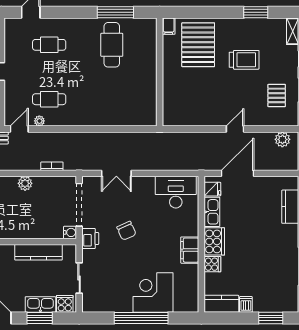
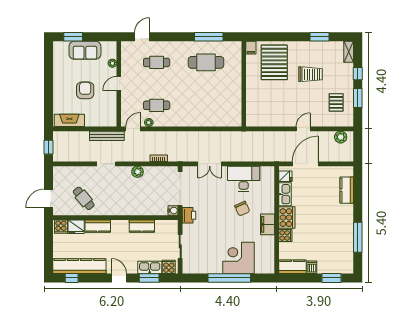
cafe table: (112, 45) -> (206, 62), turned 90
desk: (176, 192) -> (244, 179), moved
chair: (126, 231) -> (242, 209), moved
kitchen counter: (38, 252) -> (142, 226), width x0.67

